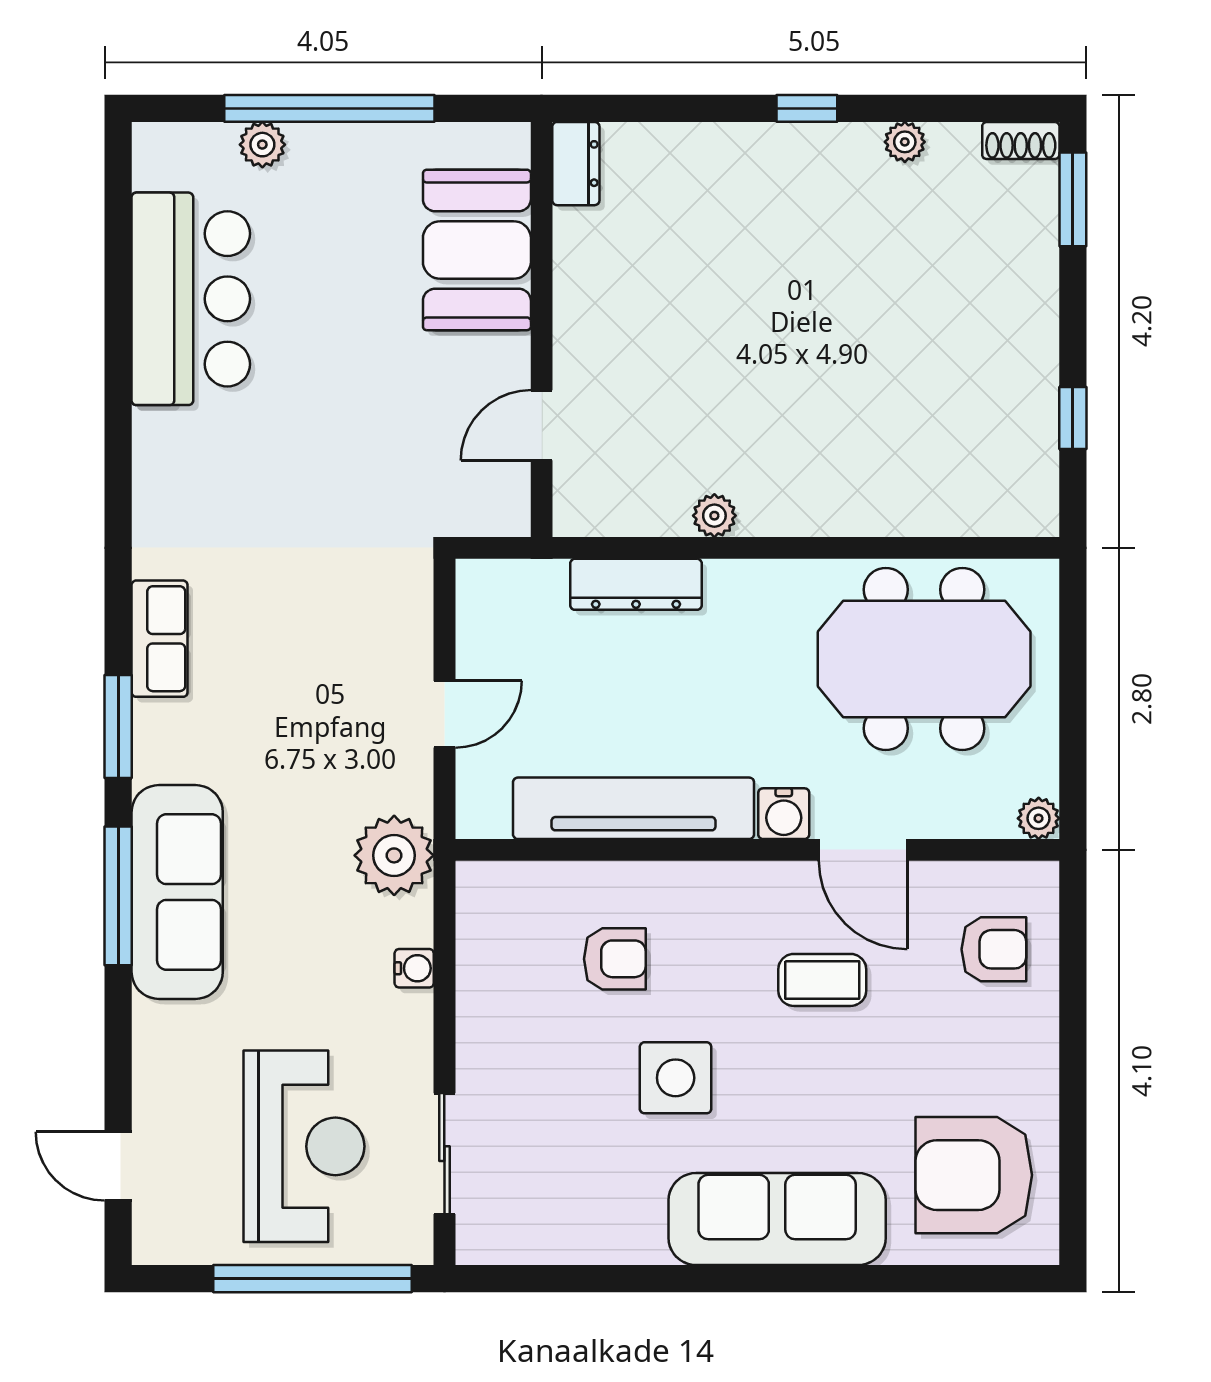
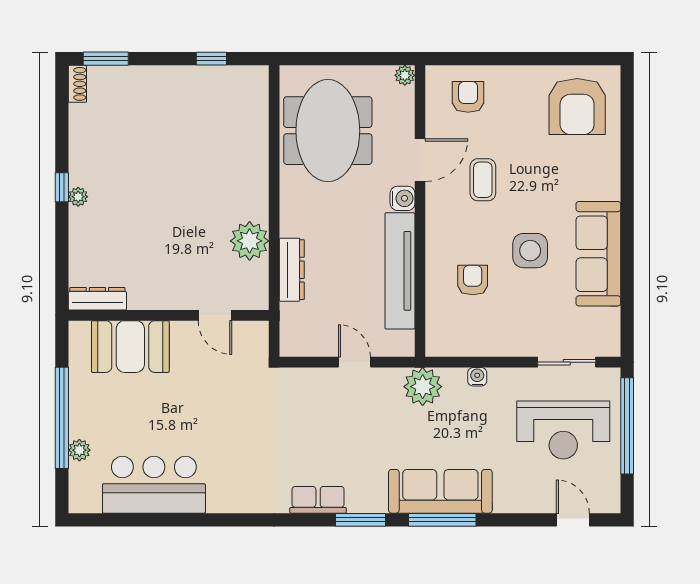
plant: (905, 142) -> (78, 197), moved
dresser: (576, 164) -> (97, 299), width x1.44
plant: (714, 516) -> (250, 241), width x1.87, depth x1.87
reception desk: (304, 1146) -> (563, 430), turned 180
door: (118, 1166) -> (573, 520), swing flipped
sofa: (777, 1219) -> (598, 254), moved

